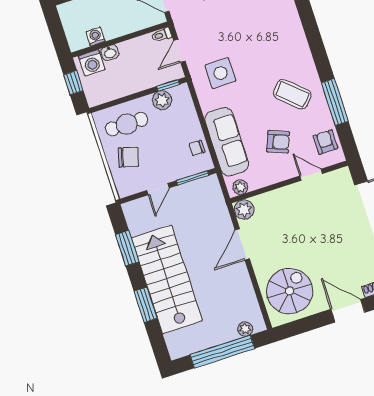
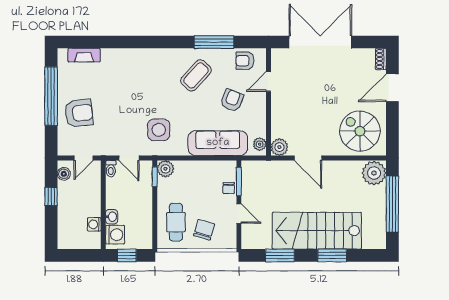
plant: (162, 100) -> (165, 169), moved
chair: (197, 148) -> (229, 188), moved
plant: (245, 329) -> (374, 173), width x1.87, depth x1.87

